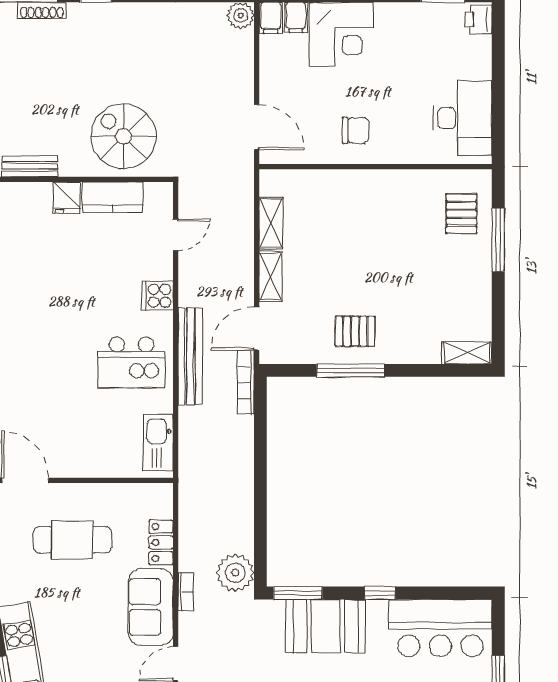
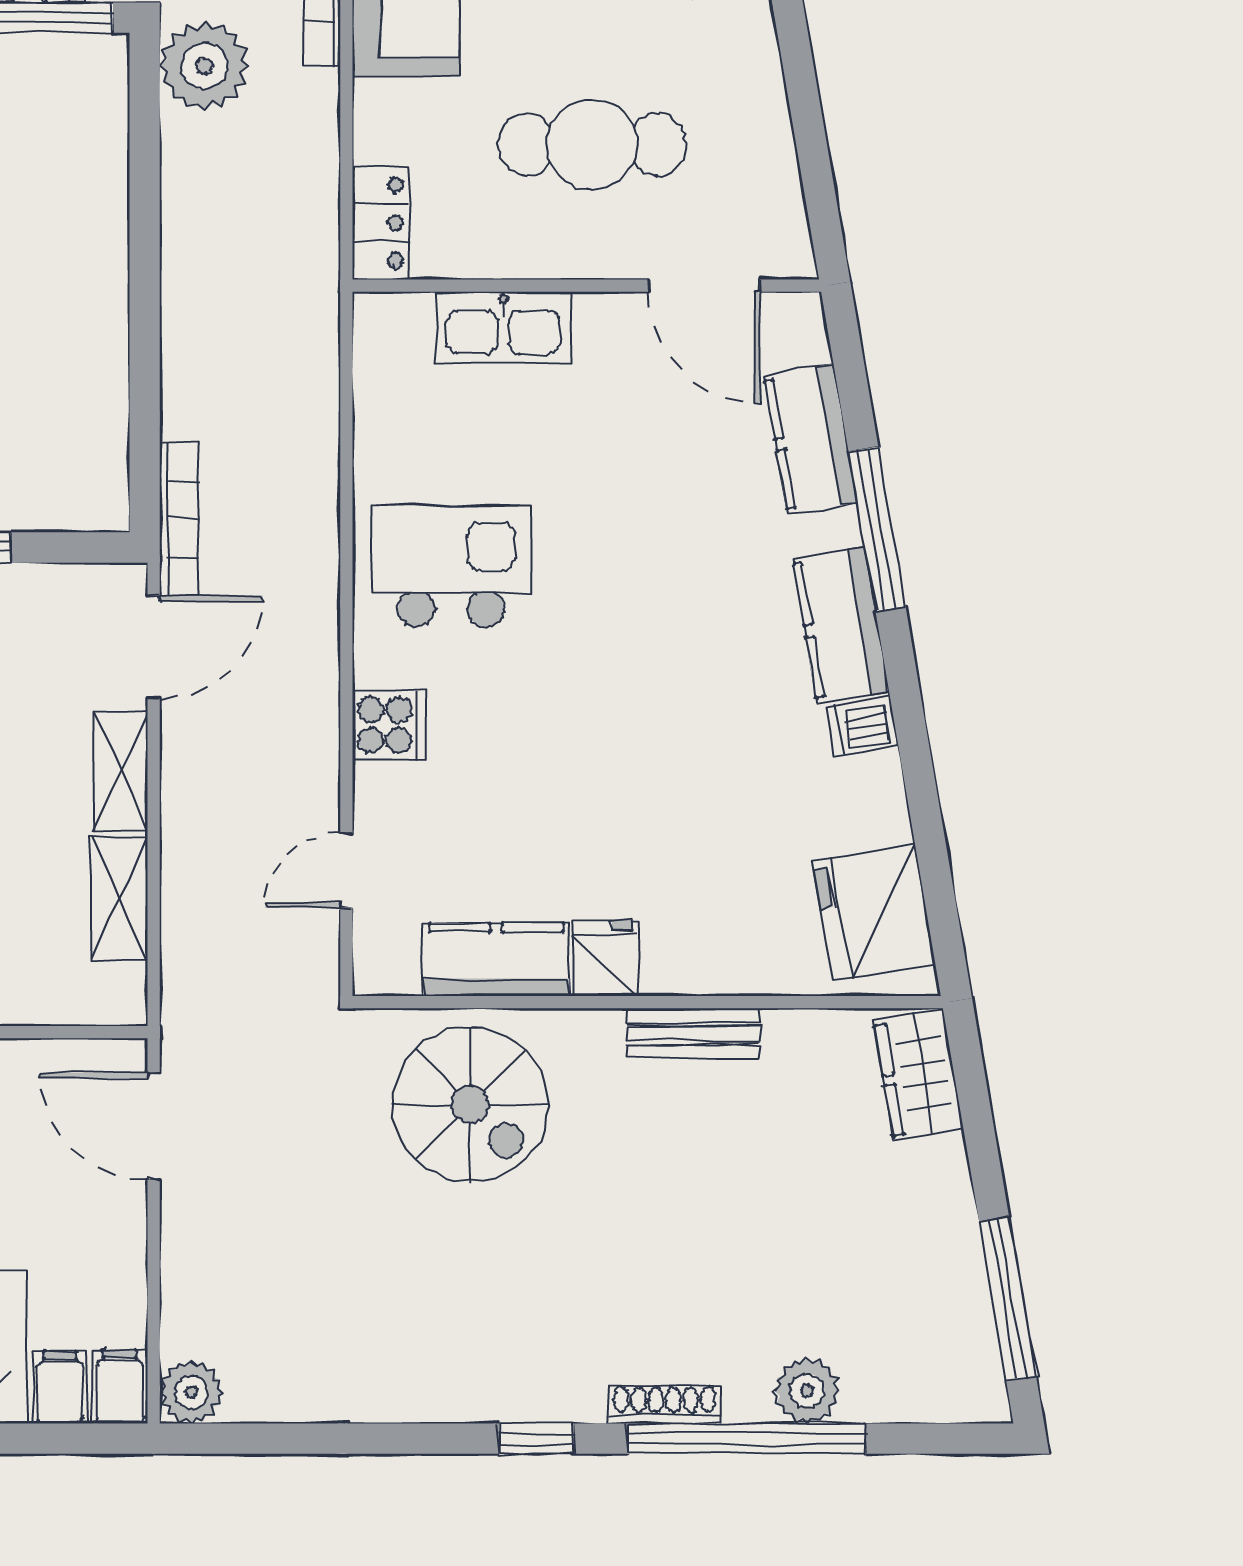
bench: (190, 356) -> (312, 582), removed
kitchen sink: (158, 443) -> (503, 327), moved, turned 90
locker: (161, 542) -> (381, 223), moved

